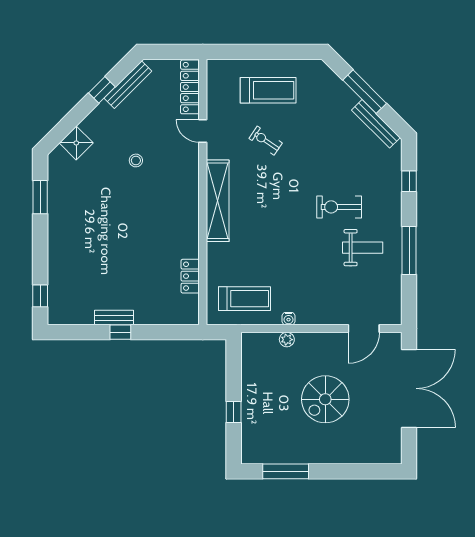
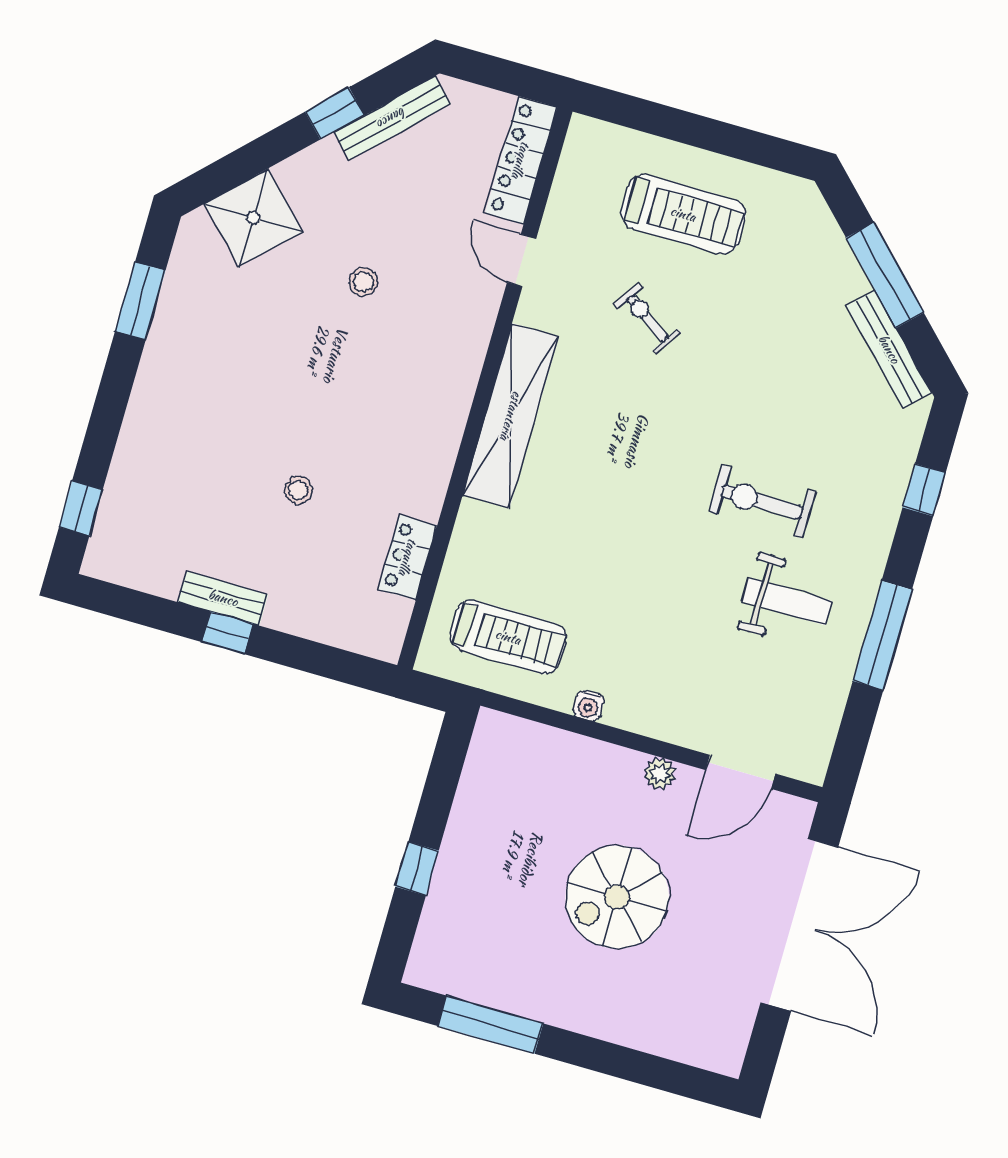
shower: (76, 143) -> (253, 218), width x1.36, depth x1.36
stool: (134, 260) -> (298, 490), added
plant: (287, 340) -> (660, 774), moved

